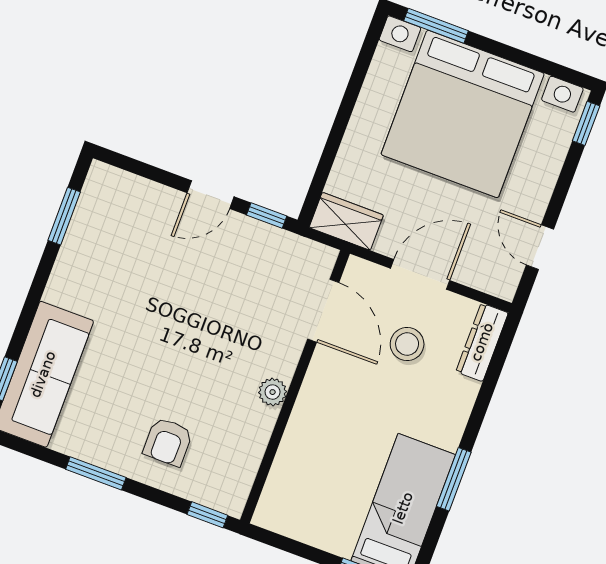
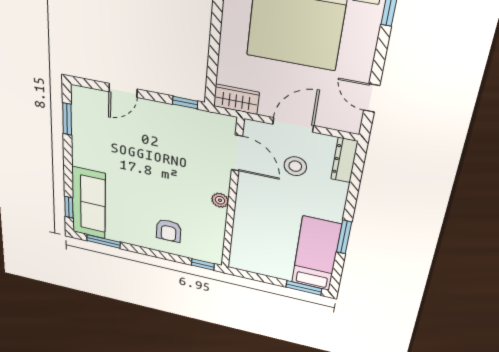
door: (211, 195) -> (123, 90), moved
window: (96, 473) -> (104, 241), moved

